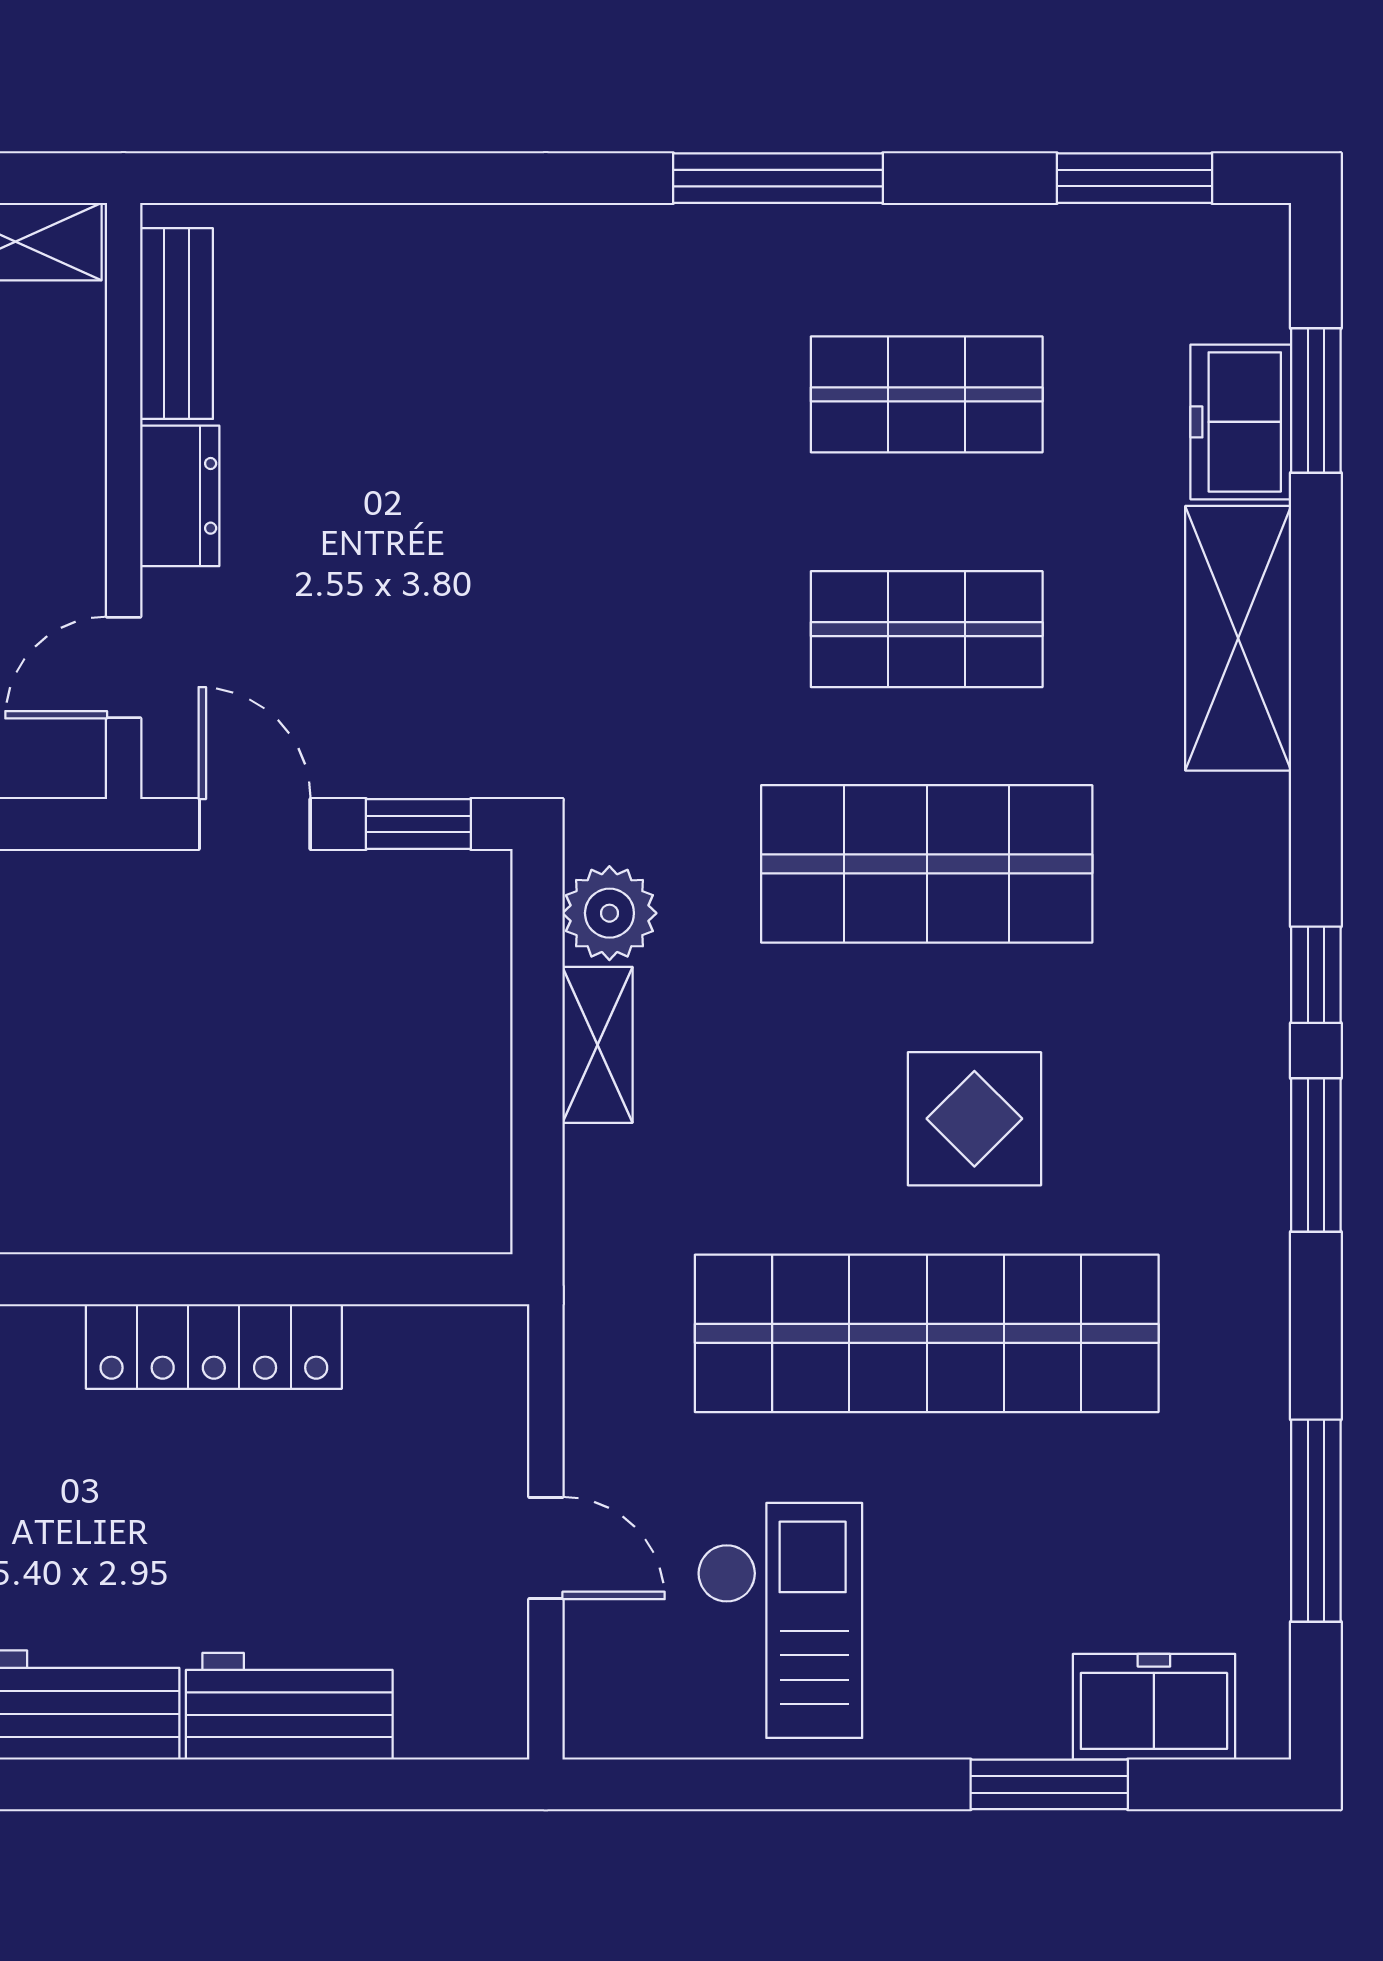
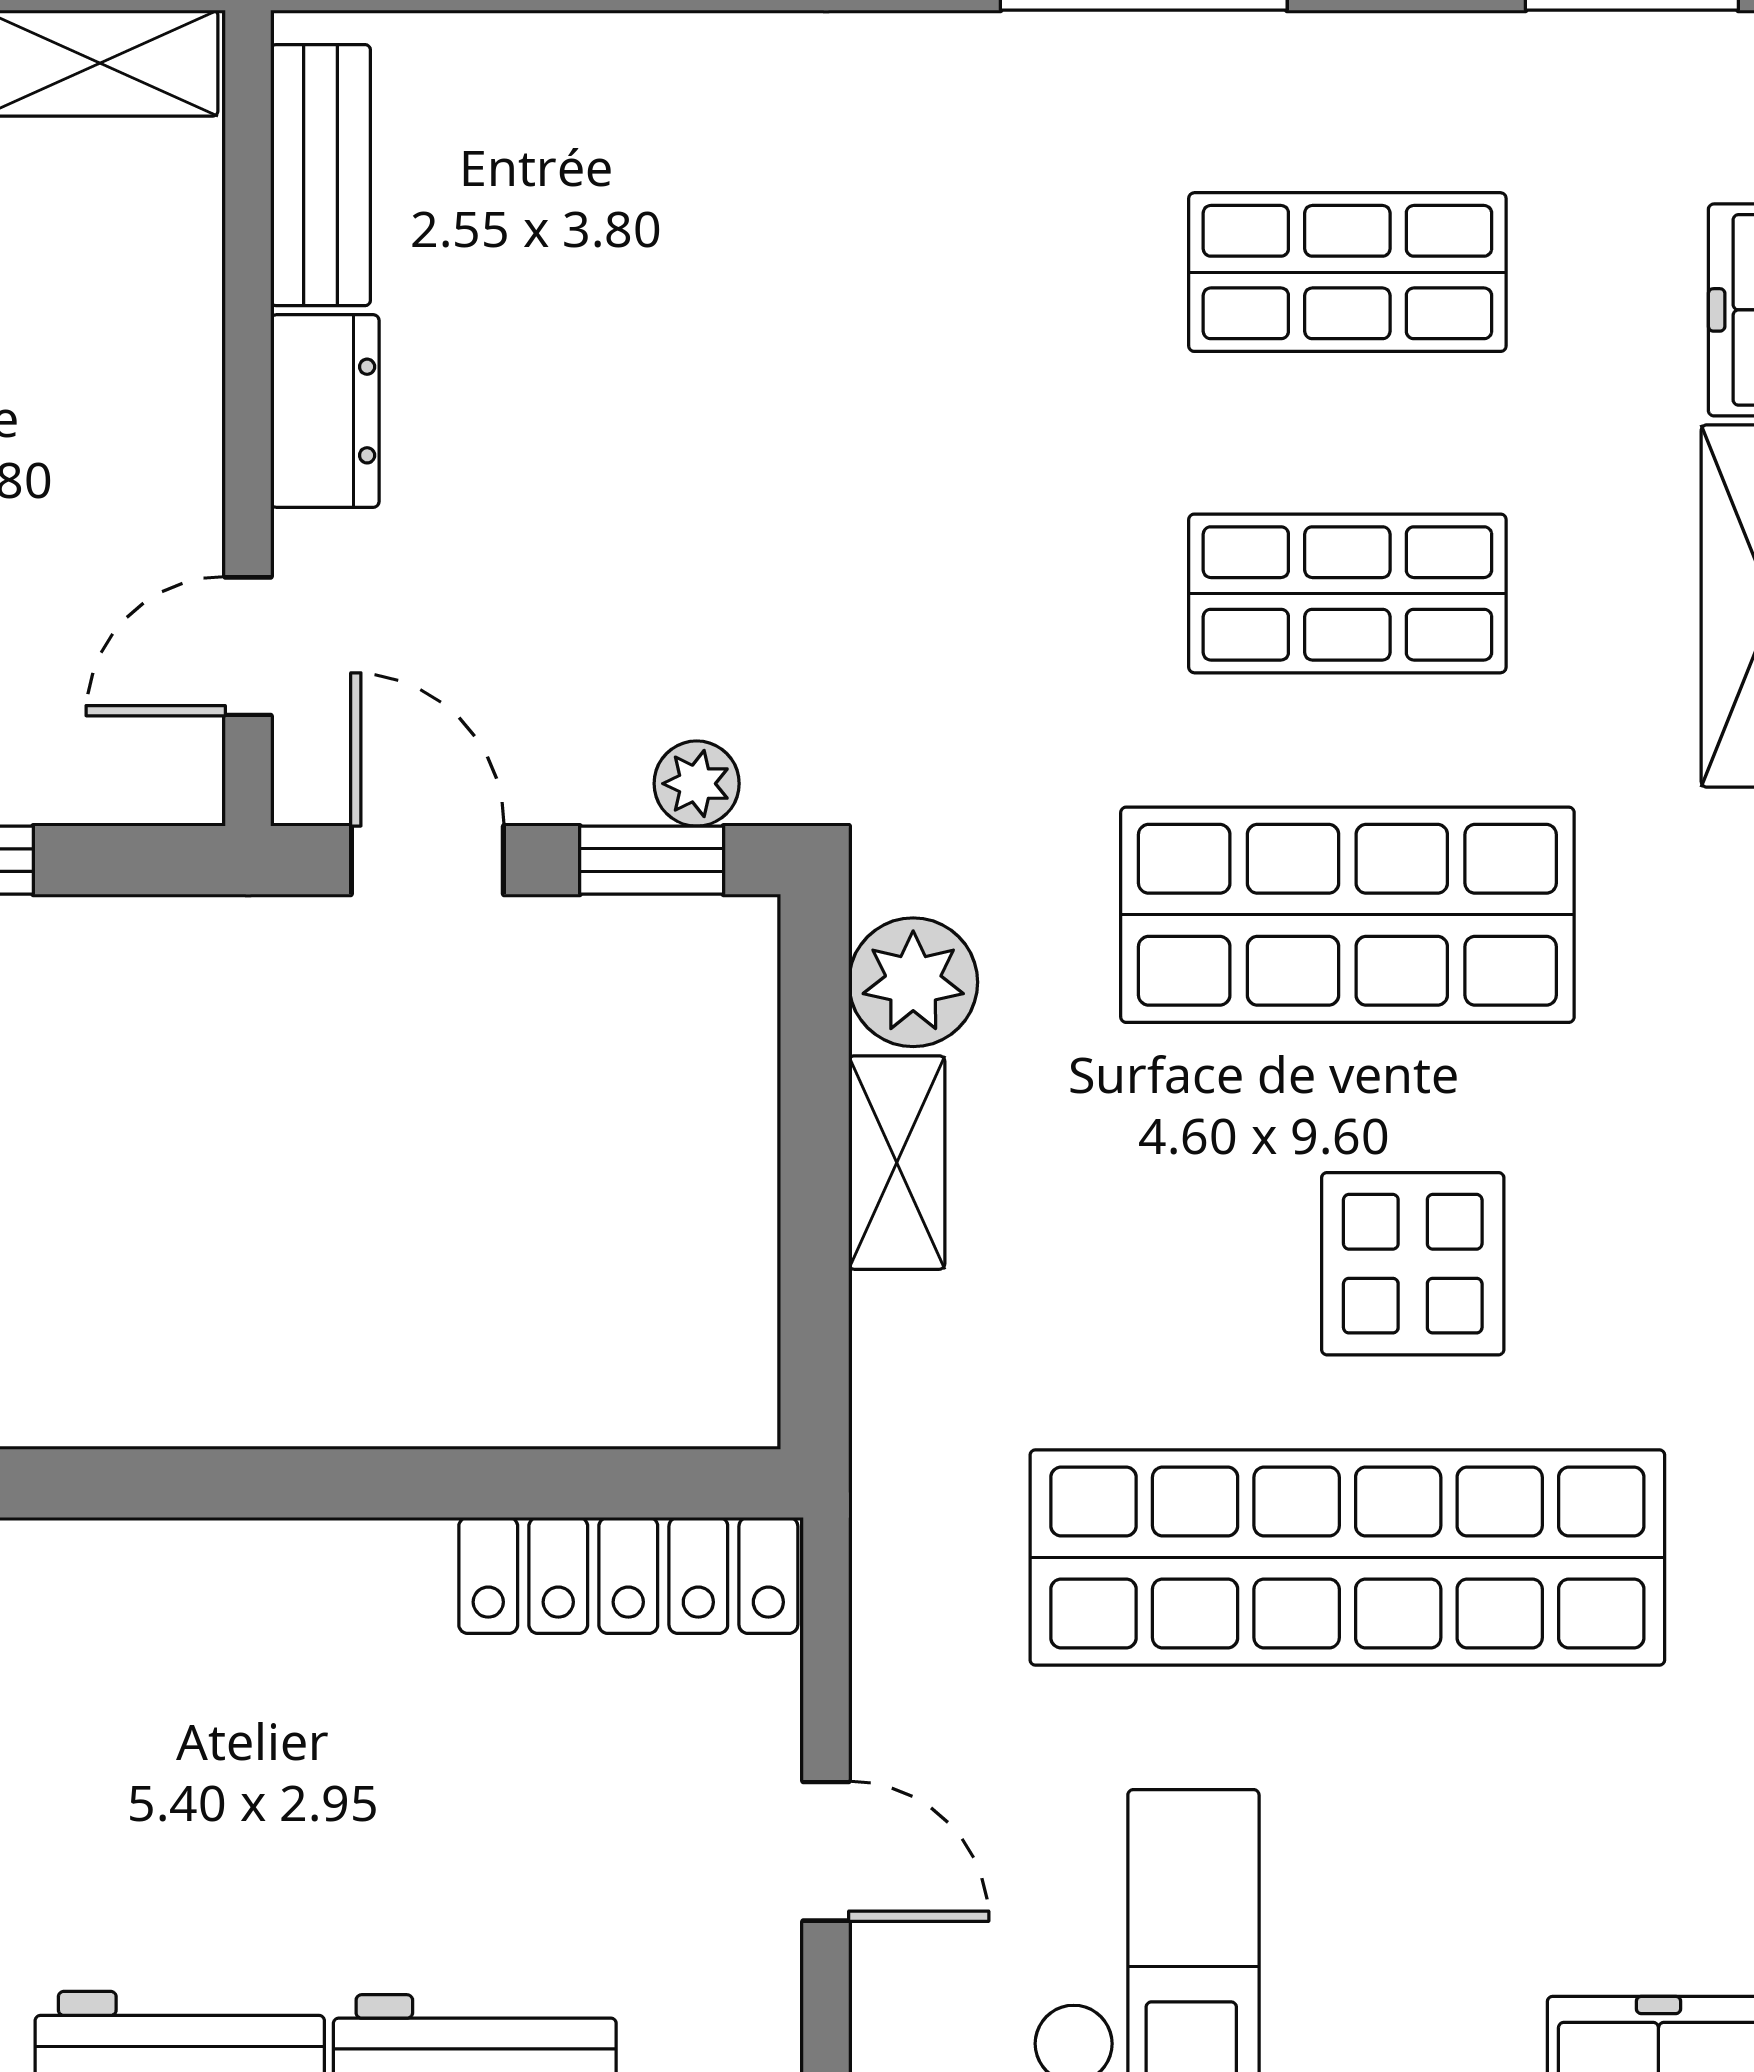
plant: (451, 768) -> (697, 784), added
locker: (214, 1346) -> (628, 1575), moved

